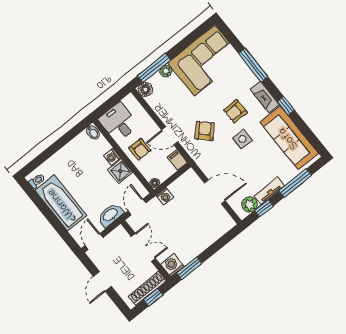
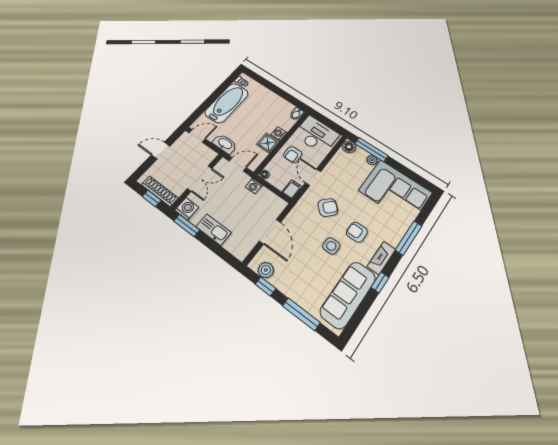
desk: (119, 122) -> (316, 135), width x1.37
tv unit: (269, 191) -> (285, 288), removed
kitchen sink: (200, 244) -> (214, 230), added

